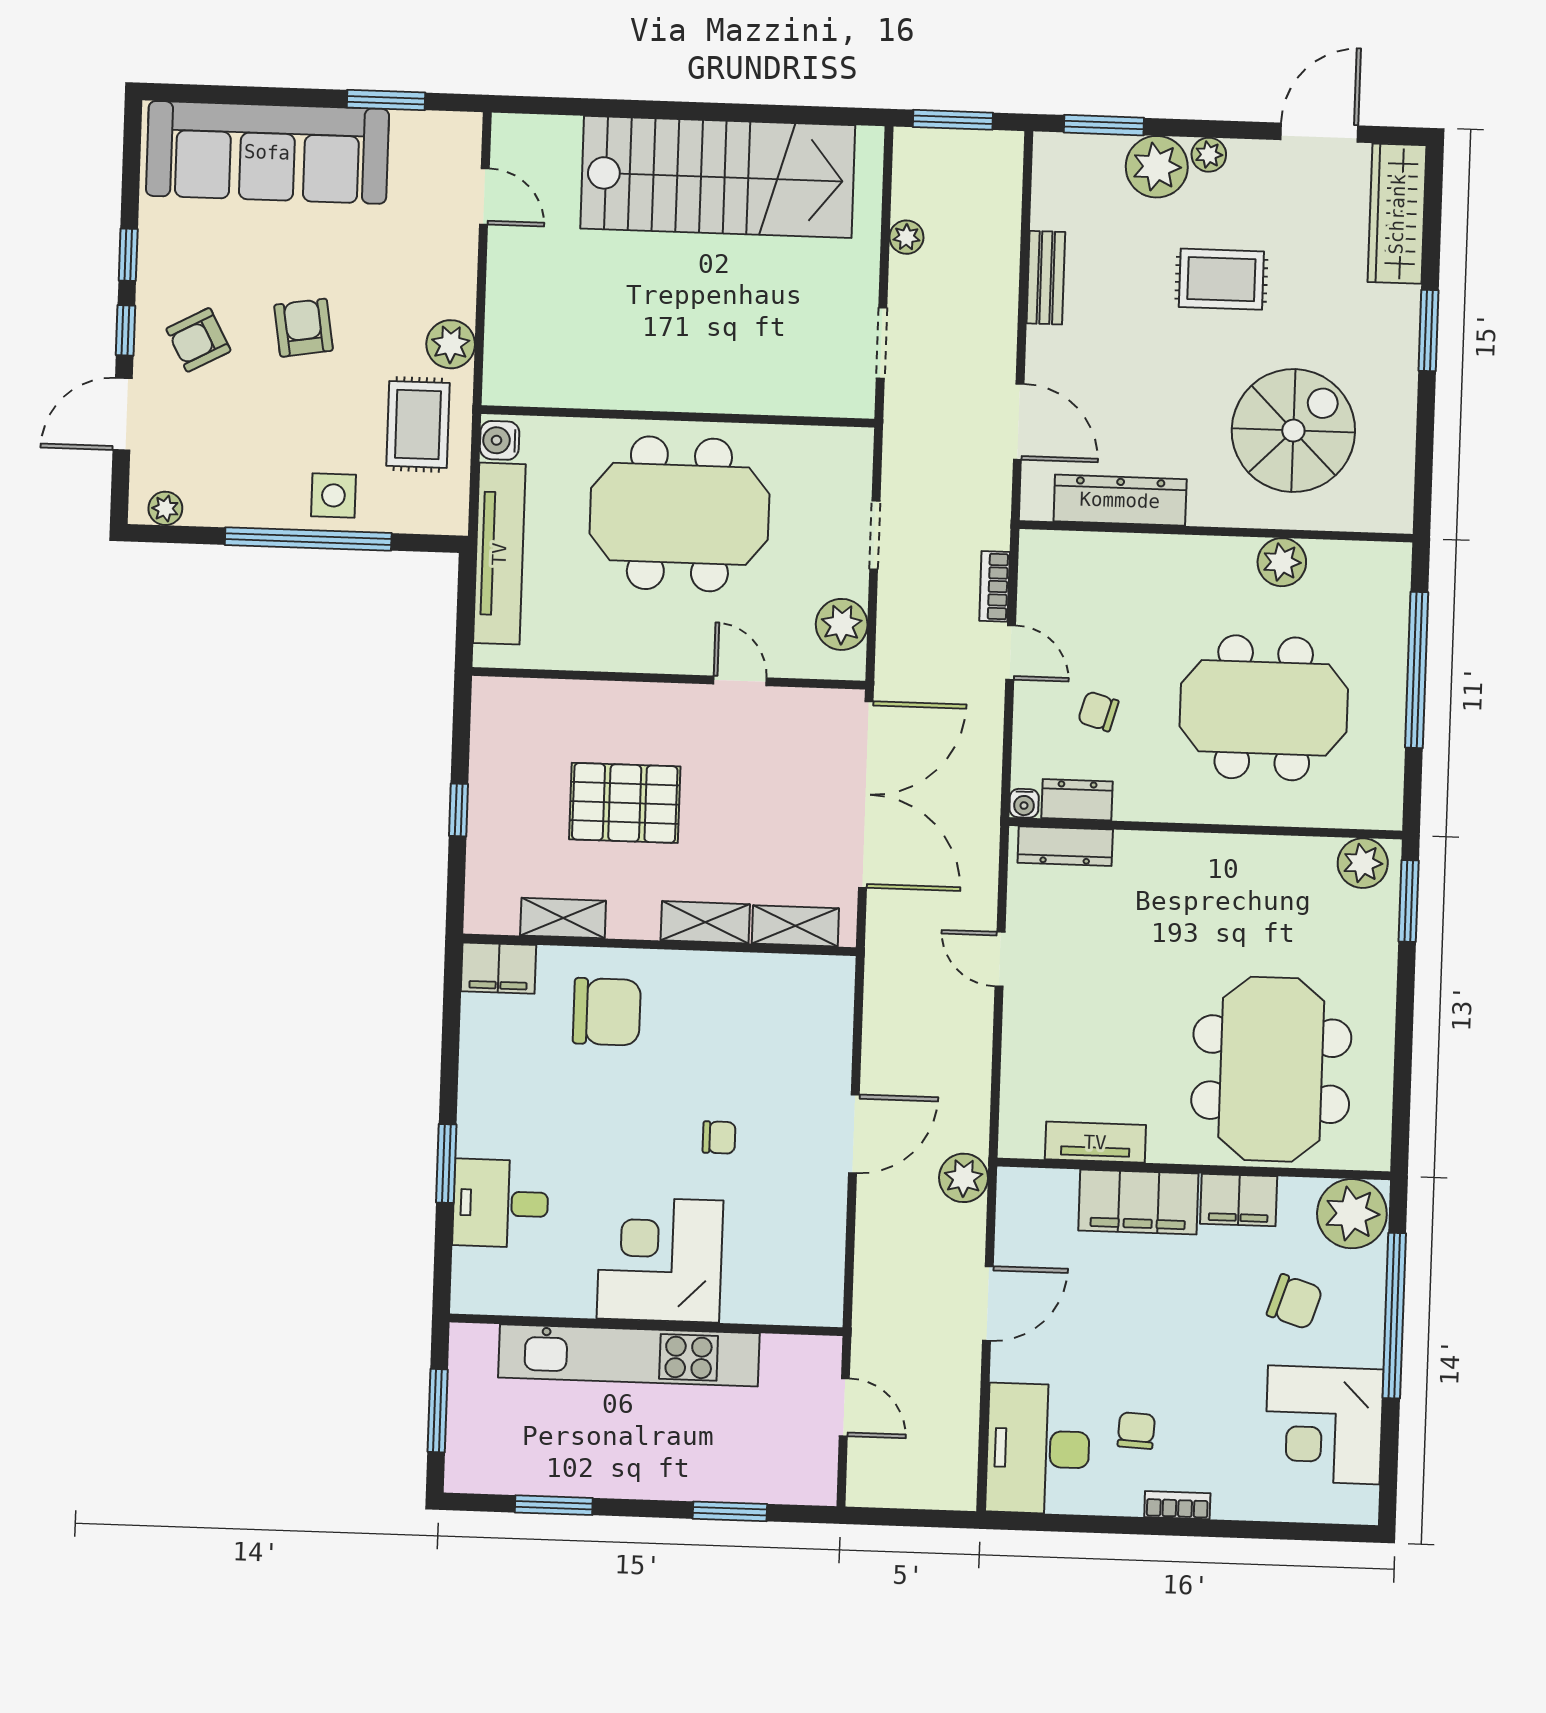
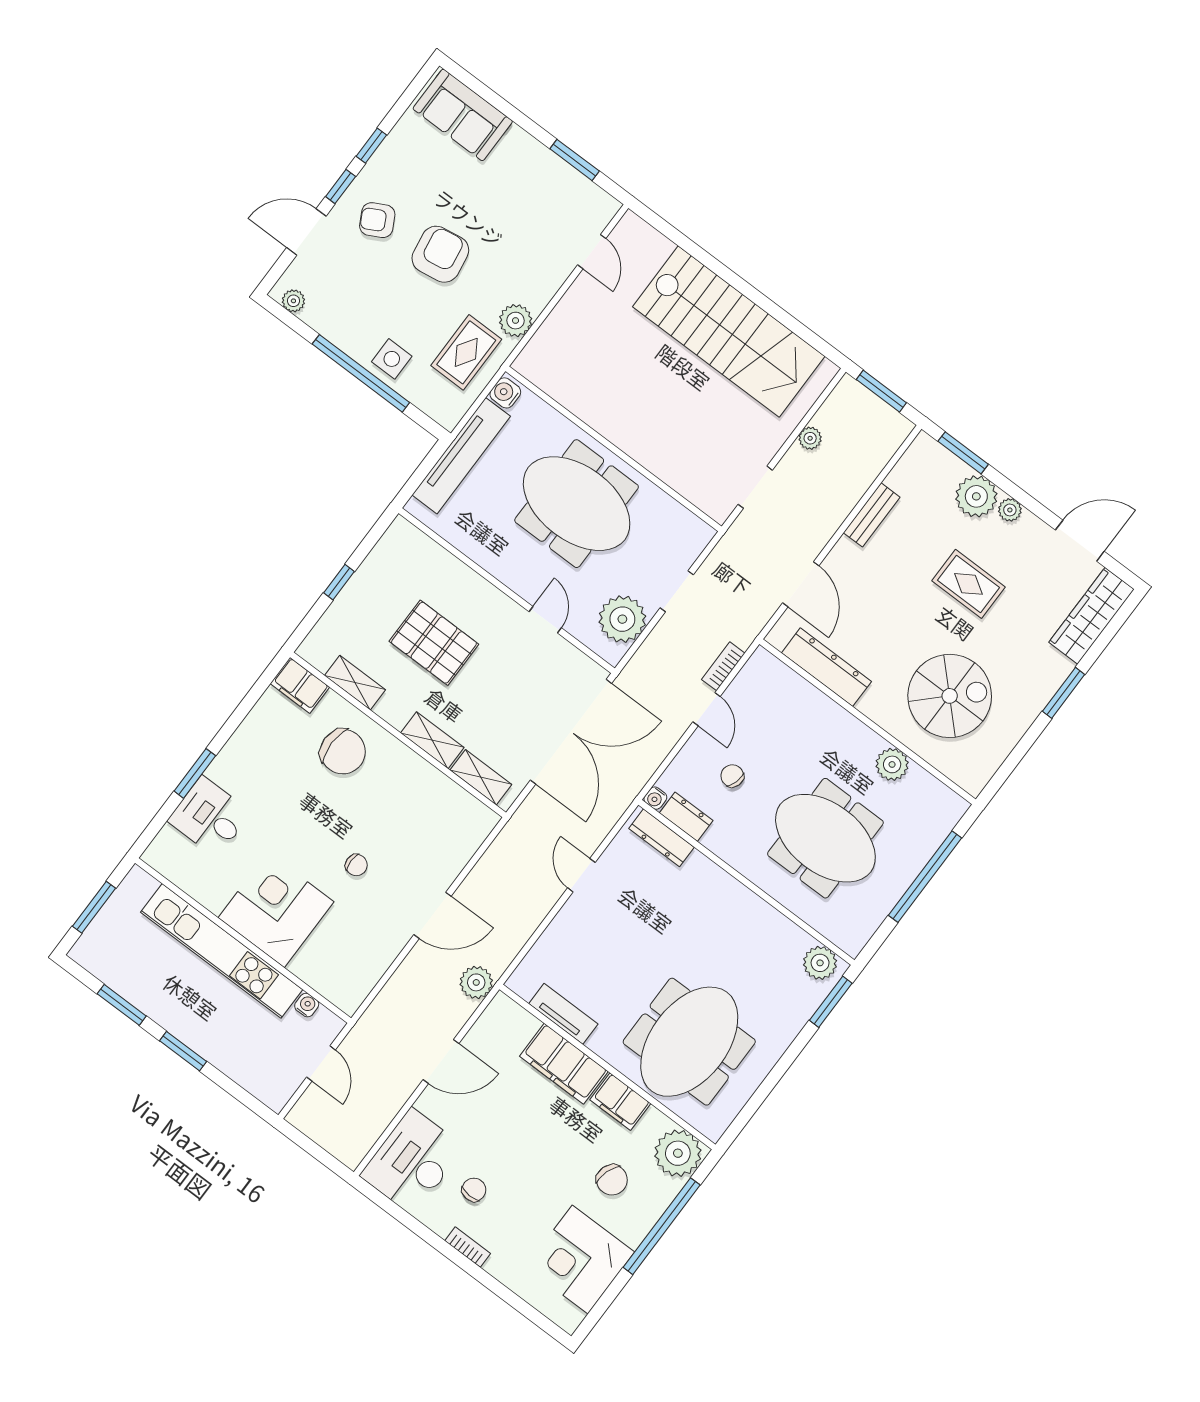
sofa: (267, 152) -> (463, 115), width x0.54, depth x0.79
armchair: (304, 328) -> (440, 254), width x1.38, depth x1.38
plant: (842, 624) -> (622, 619), width x1.36, depth x1.36
water cooler: (778, 1349) -> (307, 1005), added
window: (730, 1511) -> (183, 1051), moved

